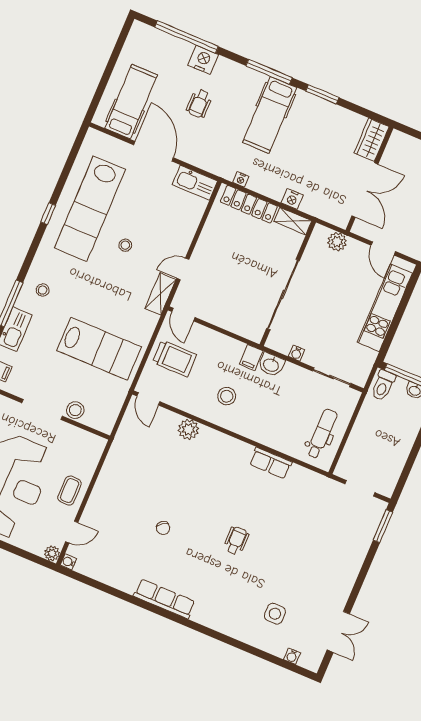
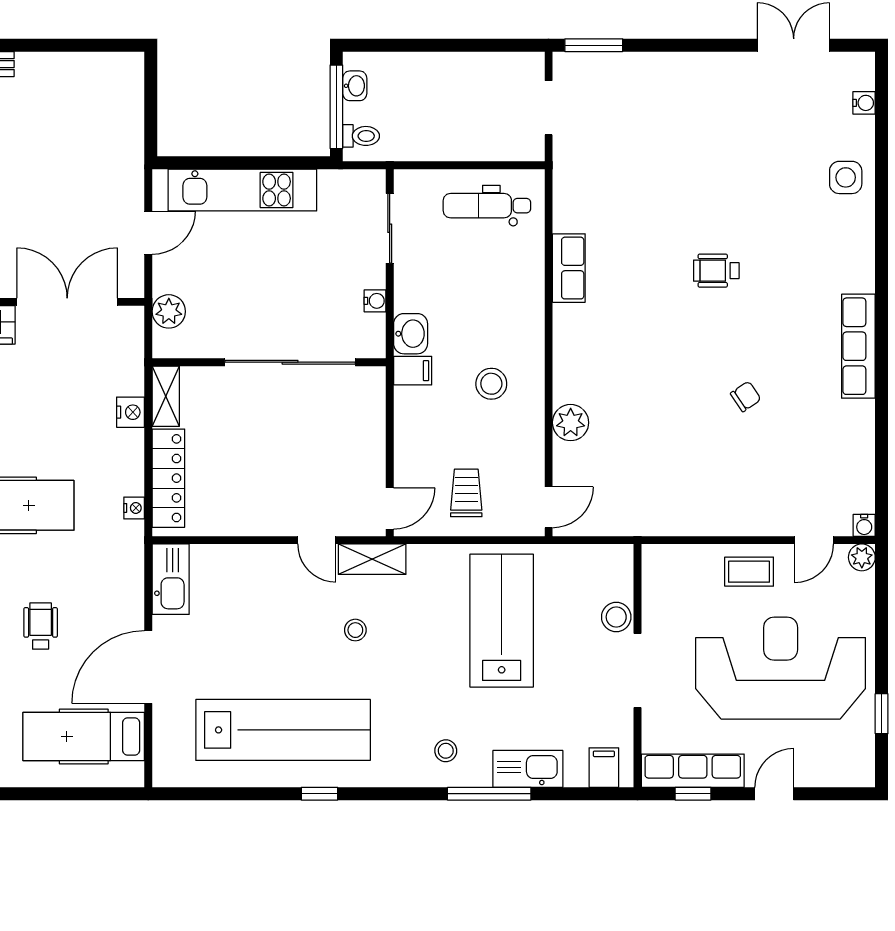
wheelchair: (199, 103) -> (41, 626), turned -90
stool: (125, 245) -> (355, 630), moved
trolley: (174, 359) -> (466, 493), width x0.73, depth x0.72
toilet: (383, 385) -> (361, 136), width x0.73, depth x0.72
door: (72, 532) -> (814, 540), swing flipped
side table: (275, 614) -> (846, 177), moved

